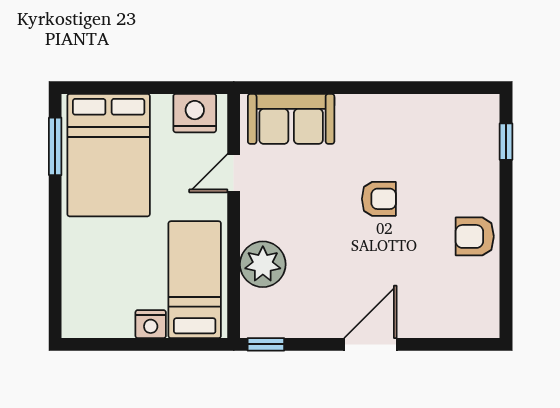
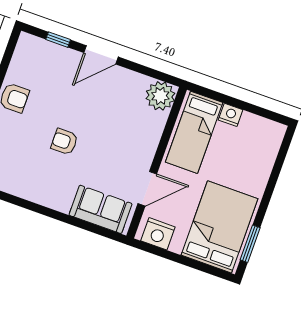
door: (234, 173) -> (147, 189), width x1.38
plant: (263, 264) -> (160, 96), moved
window: (266, 344) -> (58, 40), moved

